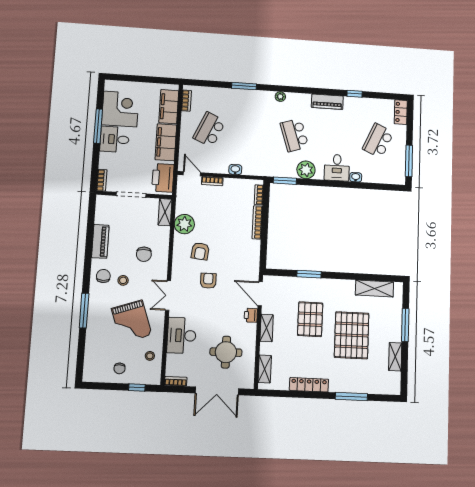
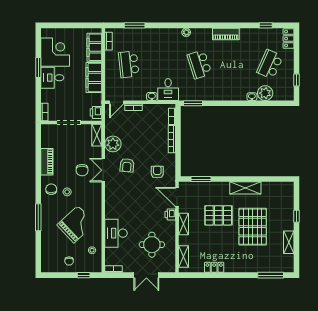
window: (244, 86) -> (135, 25), moved
window: (355, 94) -> (266, 25), moved
window: (98, 126) -> (38, 68), width x0.69
school desk: (209, 130) -> (129, 64), turned -30
window: (409, 161) -> (297, 80), width x0.46
desk: (337, 168) -> (168, 90), moved
plant: (306, 170) -> (265, 93), moved
door: (192, 174) -> (117, 102), swing flipped
printer: (163, 178) -> (96, 112), width x0.53, depth x0.68
window: (309, 274) -> (201, 179), moved
armchair: (208, 281) -> (157, 172), moved
shelving: (374, 288) -> (245, 188), moved
double door: (168, 295) -> (103, 170), moved
pallet: (310, 319) -> (218, 215), turned 90
grand piano: (132, 322) -> (76, 224), turned -114
window: (405, 325) -> (297, 216), width x0.46
locker: (309, 385) -> (214, 267), width x0.66
double door: (217, 391) -> (146, 275), width x0.73
window: (351, 396) -> (271, 275), moved

